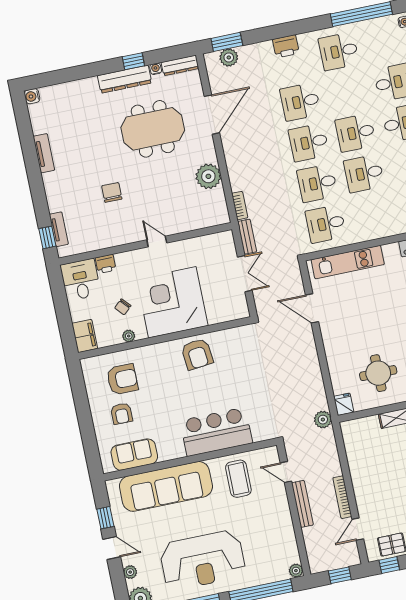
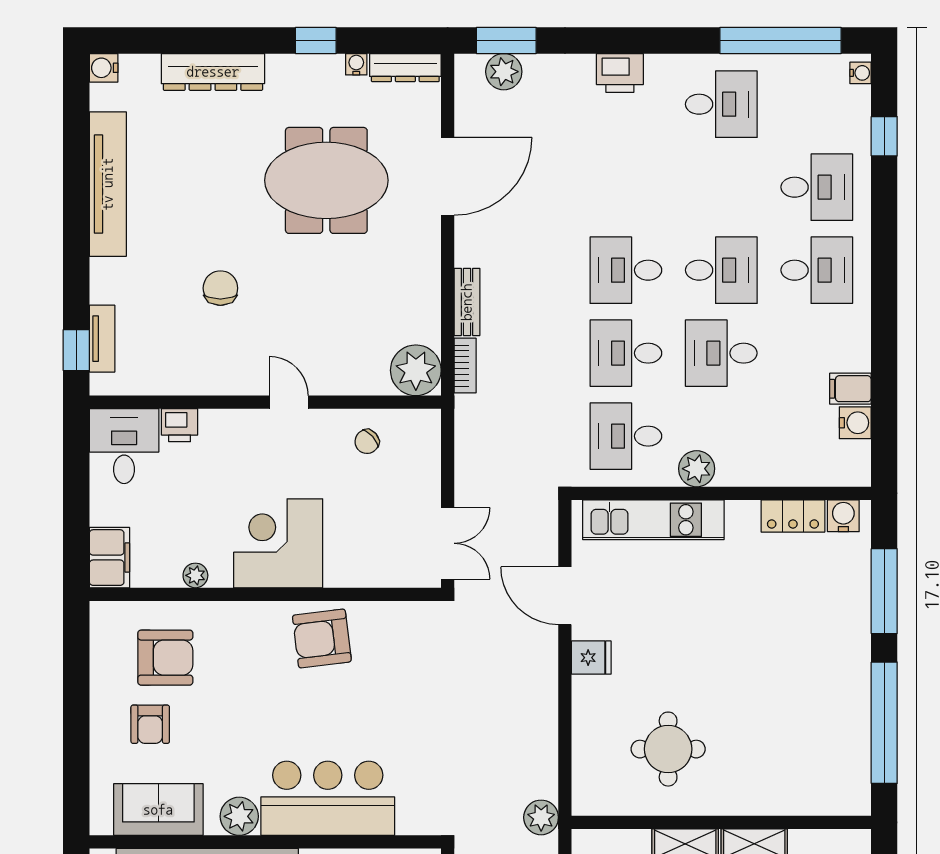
desk: (339, 51) -> (721, 104), turned 180
dresser: (125, 79) -> (213, 72), moved
desk: (300, 102) -> (626, 187), removed
desk: (356, 133) -> (721, 270), turned 180
tv unit: (44, 153) -> (108, 184), width x1.92, depth x1.29
plant: (208, 176) -> (416, 370), moved
plant: (364, 233) -> (697, 469), added
bench: (247, 237) -> (467, 302), moved
double door: (245, 274) -> (448, 543), moved
corner desk: (172, 302) -> (278, 543), width x0.74, depth x0.74
chair: (123, 307) -> (367, 442), moved
armchair: (197, 354) -> (322, 639), turned 89
fridge: (344, 404) -> (591, 658), moved, turned 90
plant: (175, 450) -> (239, 816), added

